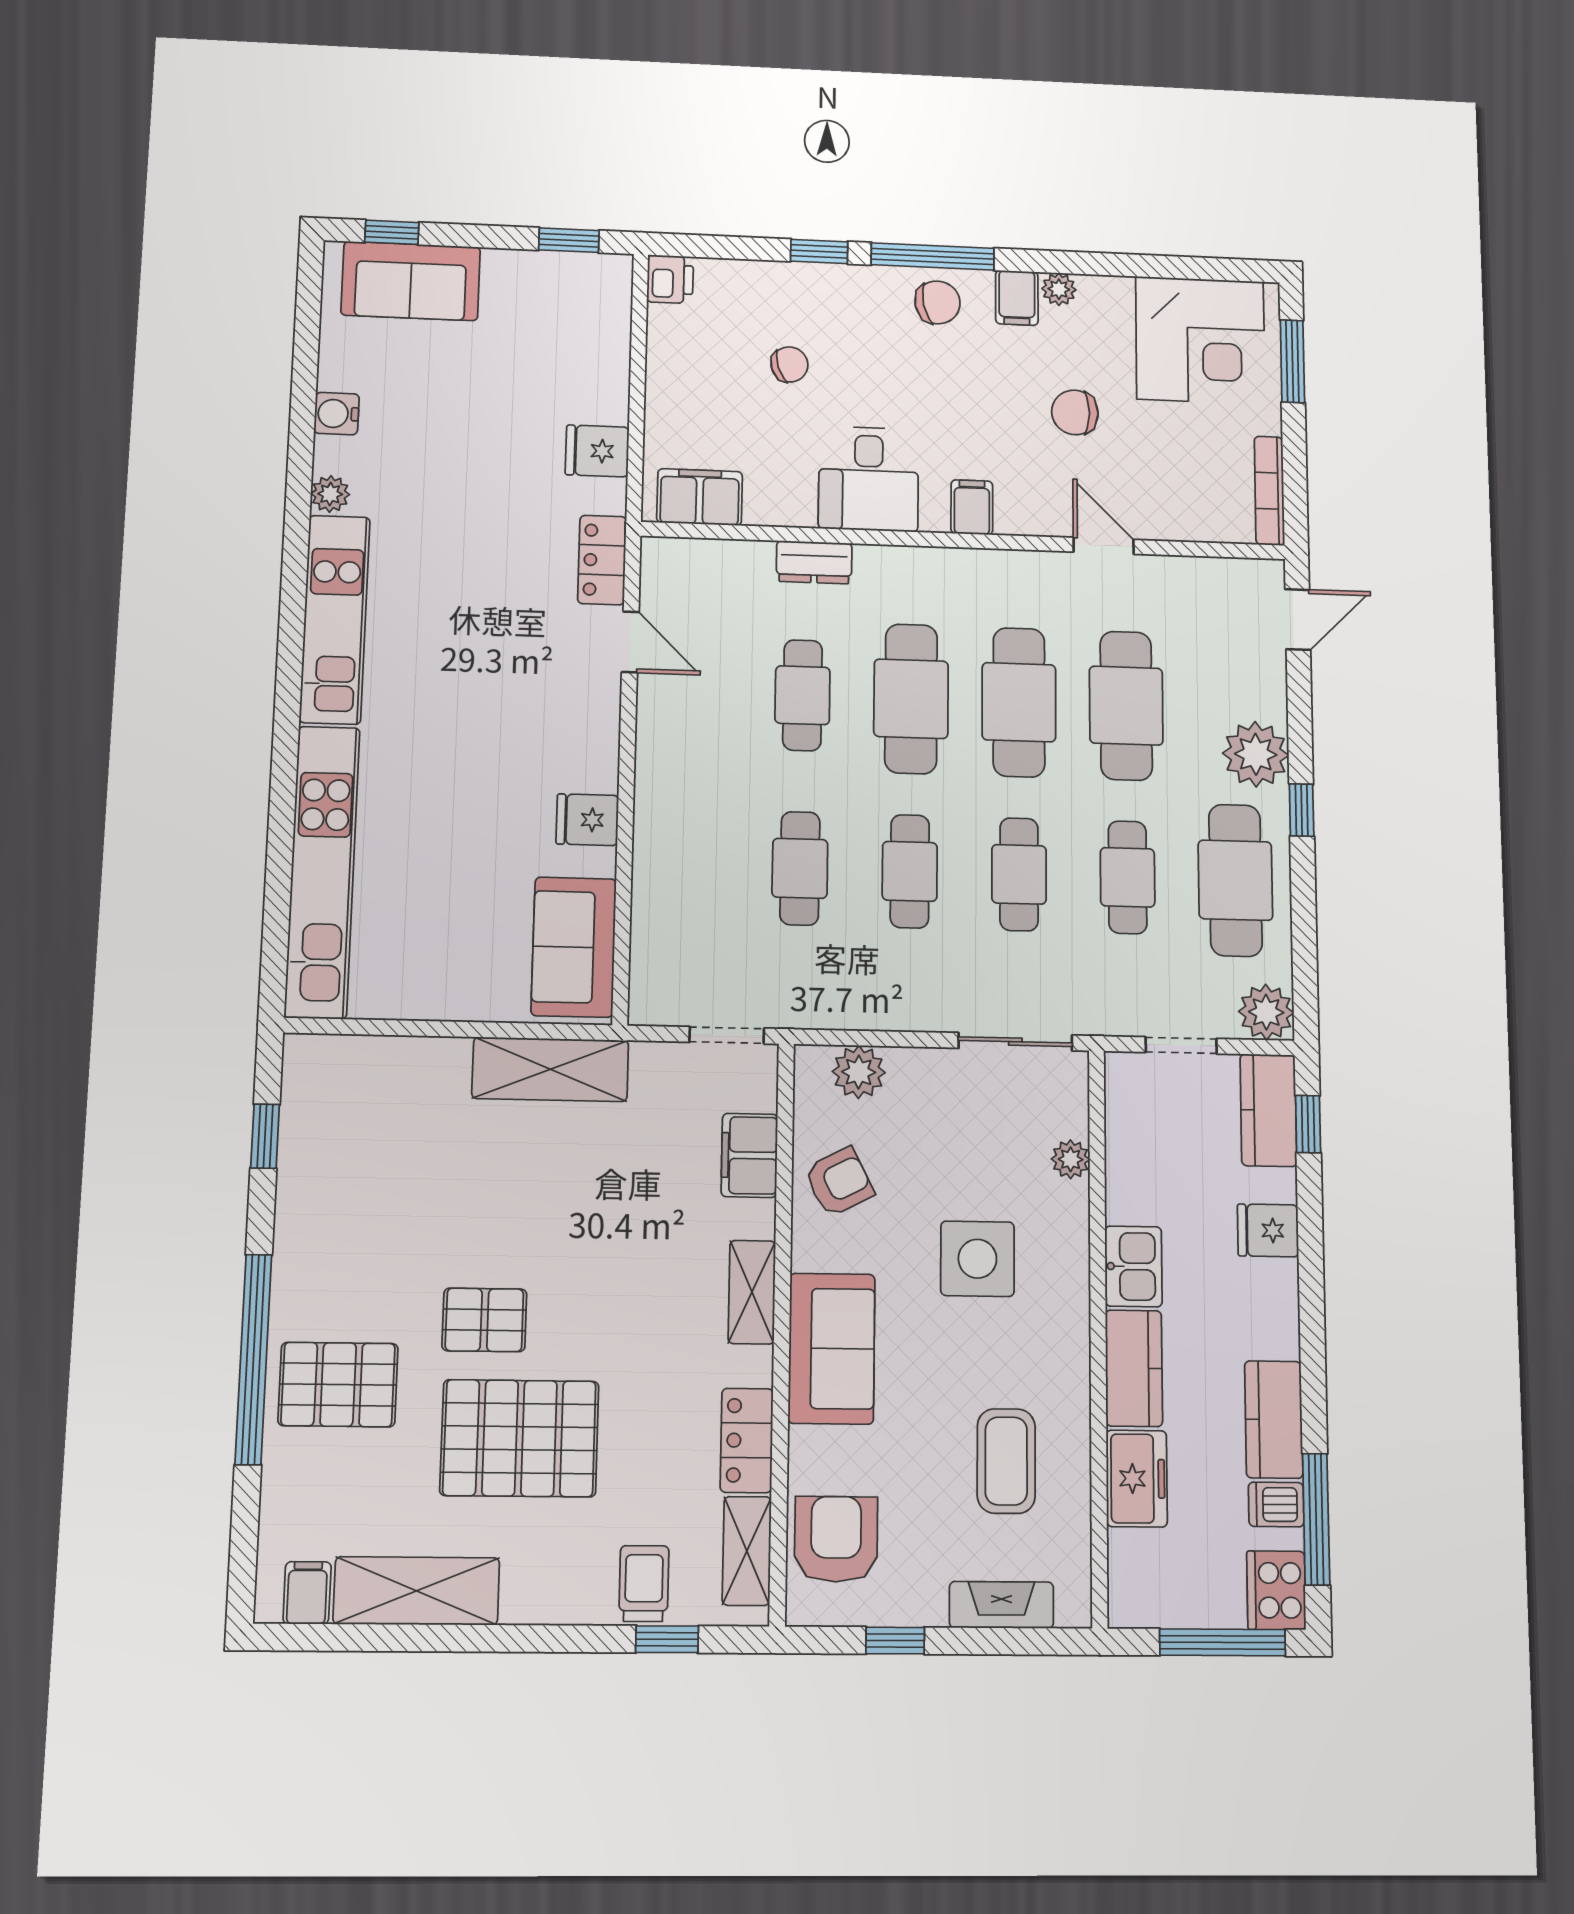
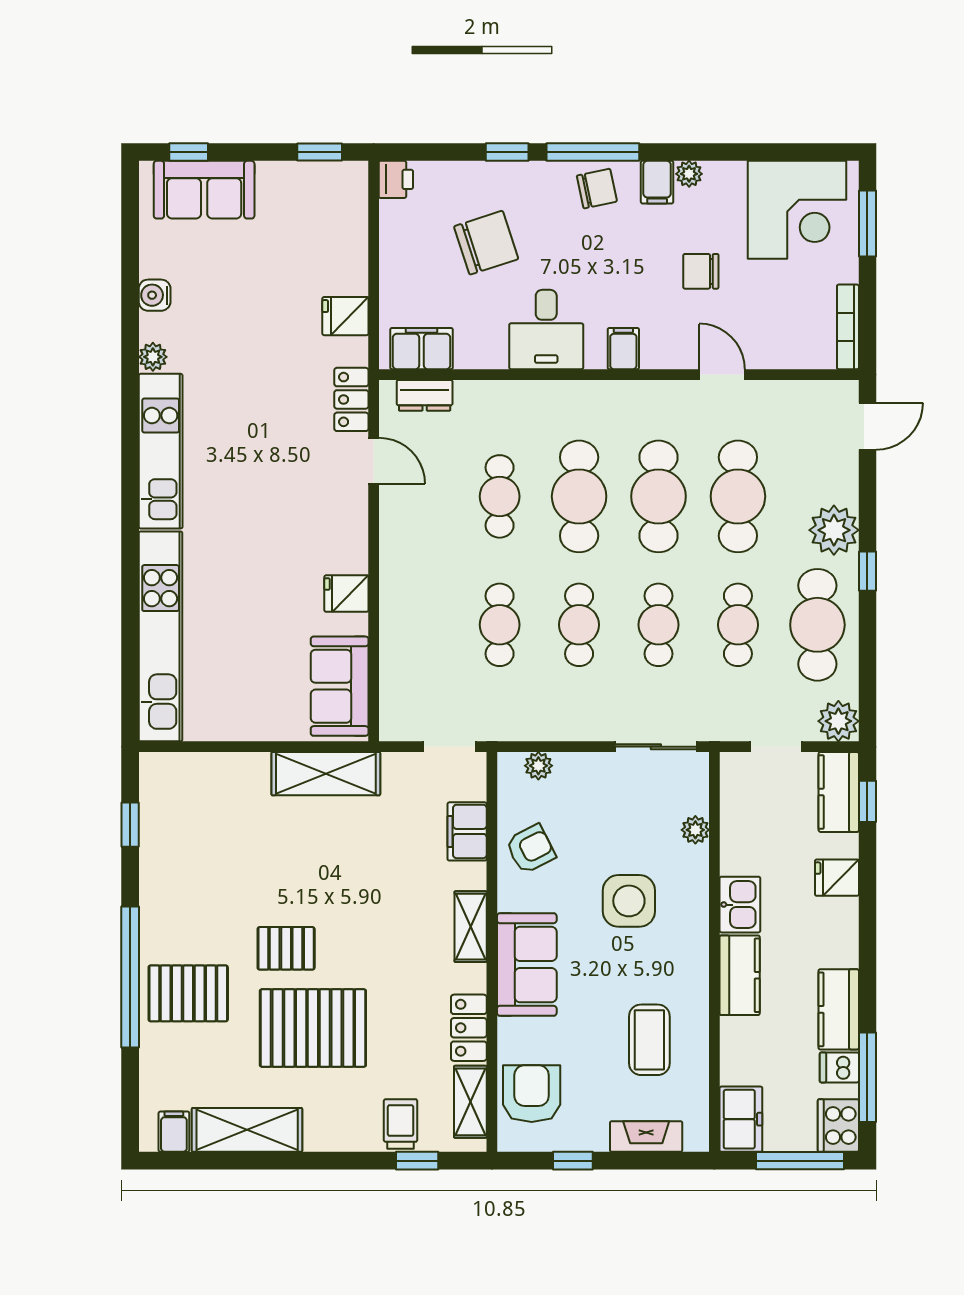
chair: (789, 364) -> (486, 243), width x1.87, depth x1.87
dresser: (814, 562) -> (425, 395), moved
plant: (859, 1072) -> (538, 766), width x0.73, depth x0.73
freezer: (1137, 1479) -> (741, 1119), moved

